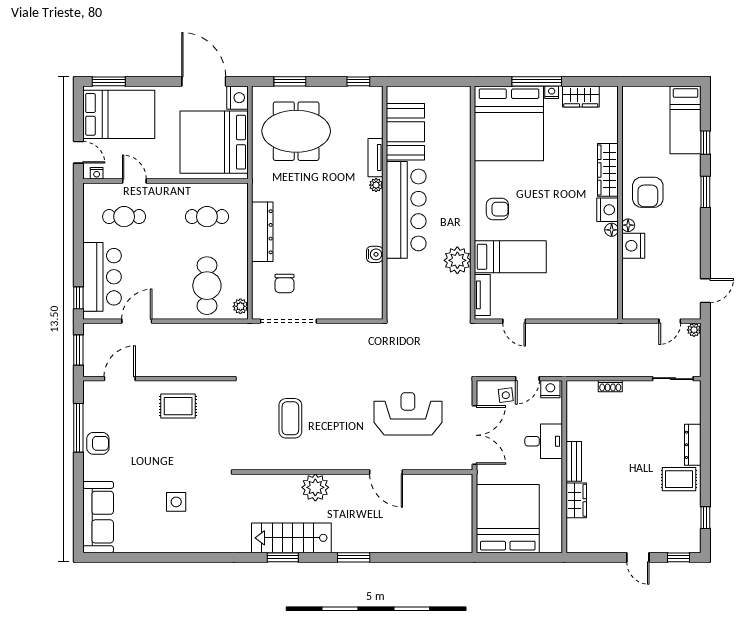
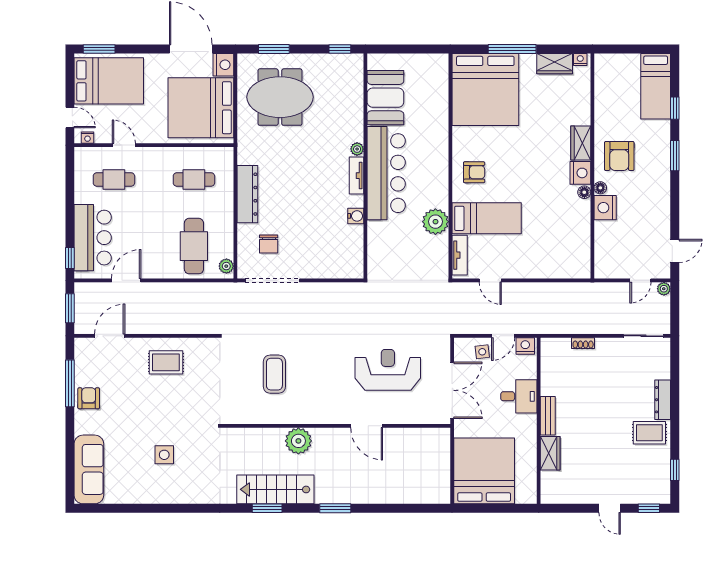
nightstand: (552, 92) -> (580, 59), moved
tv unit: (376, 158) -> (357, 176), moved
wardrobe: (608, 170) -> (581, 143), width x0.67
armchair: (98, 443) -> (89, 398), turned -90

